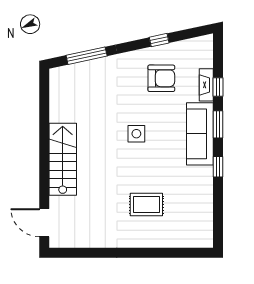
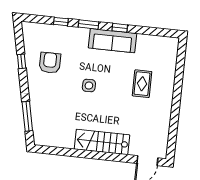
fireplace: (206, 85) -> (58, 30), removed
sofa: (200, 134) -> (112, 41), moved

